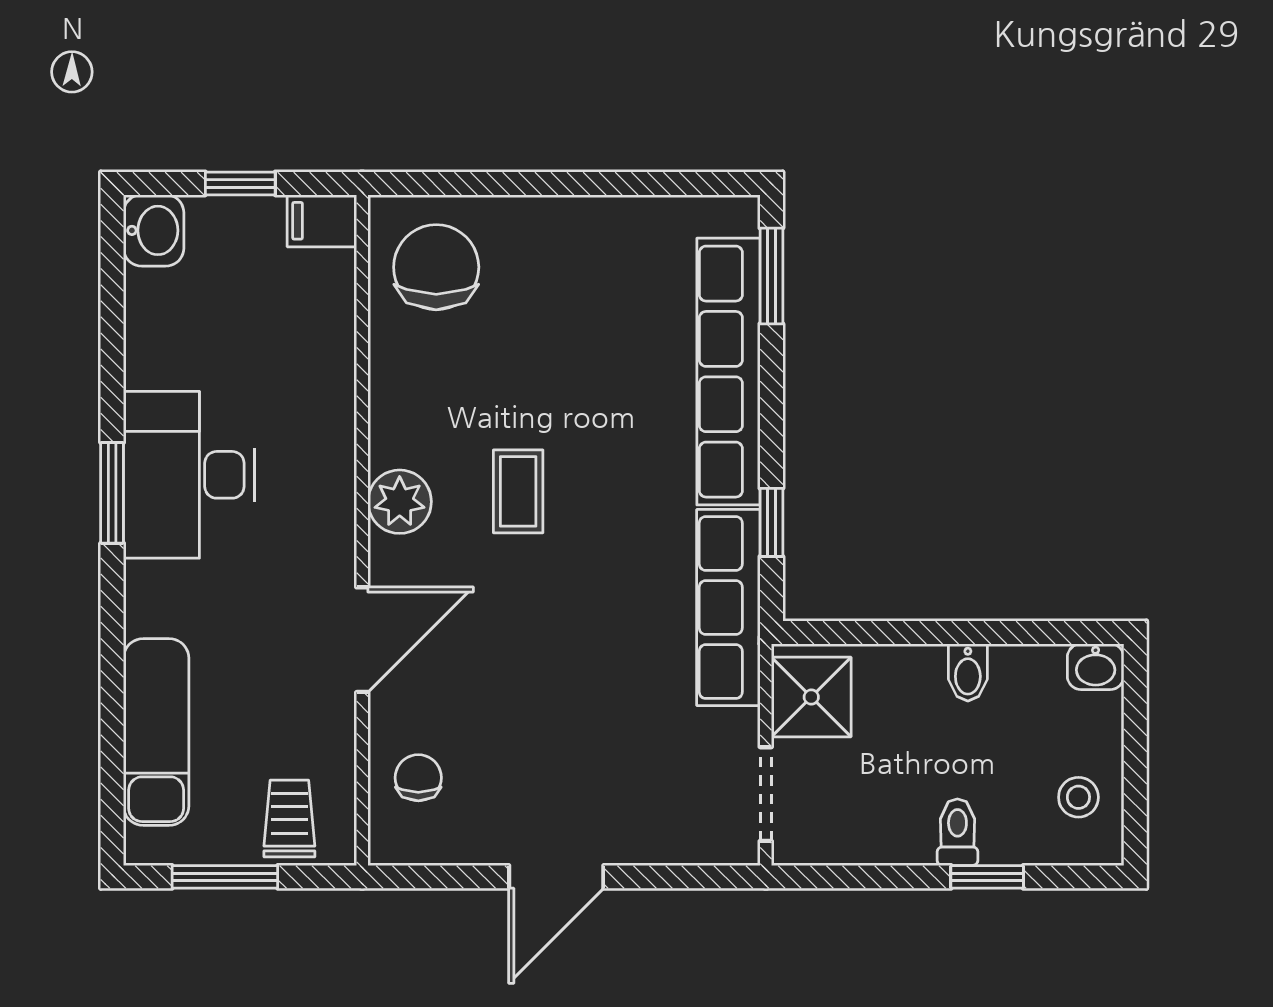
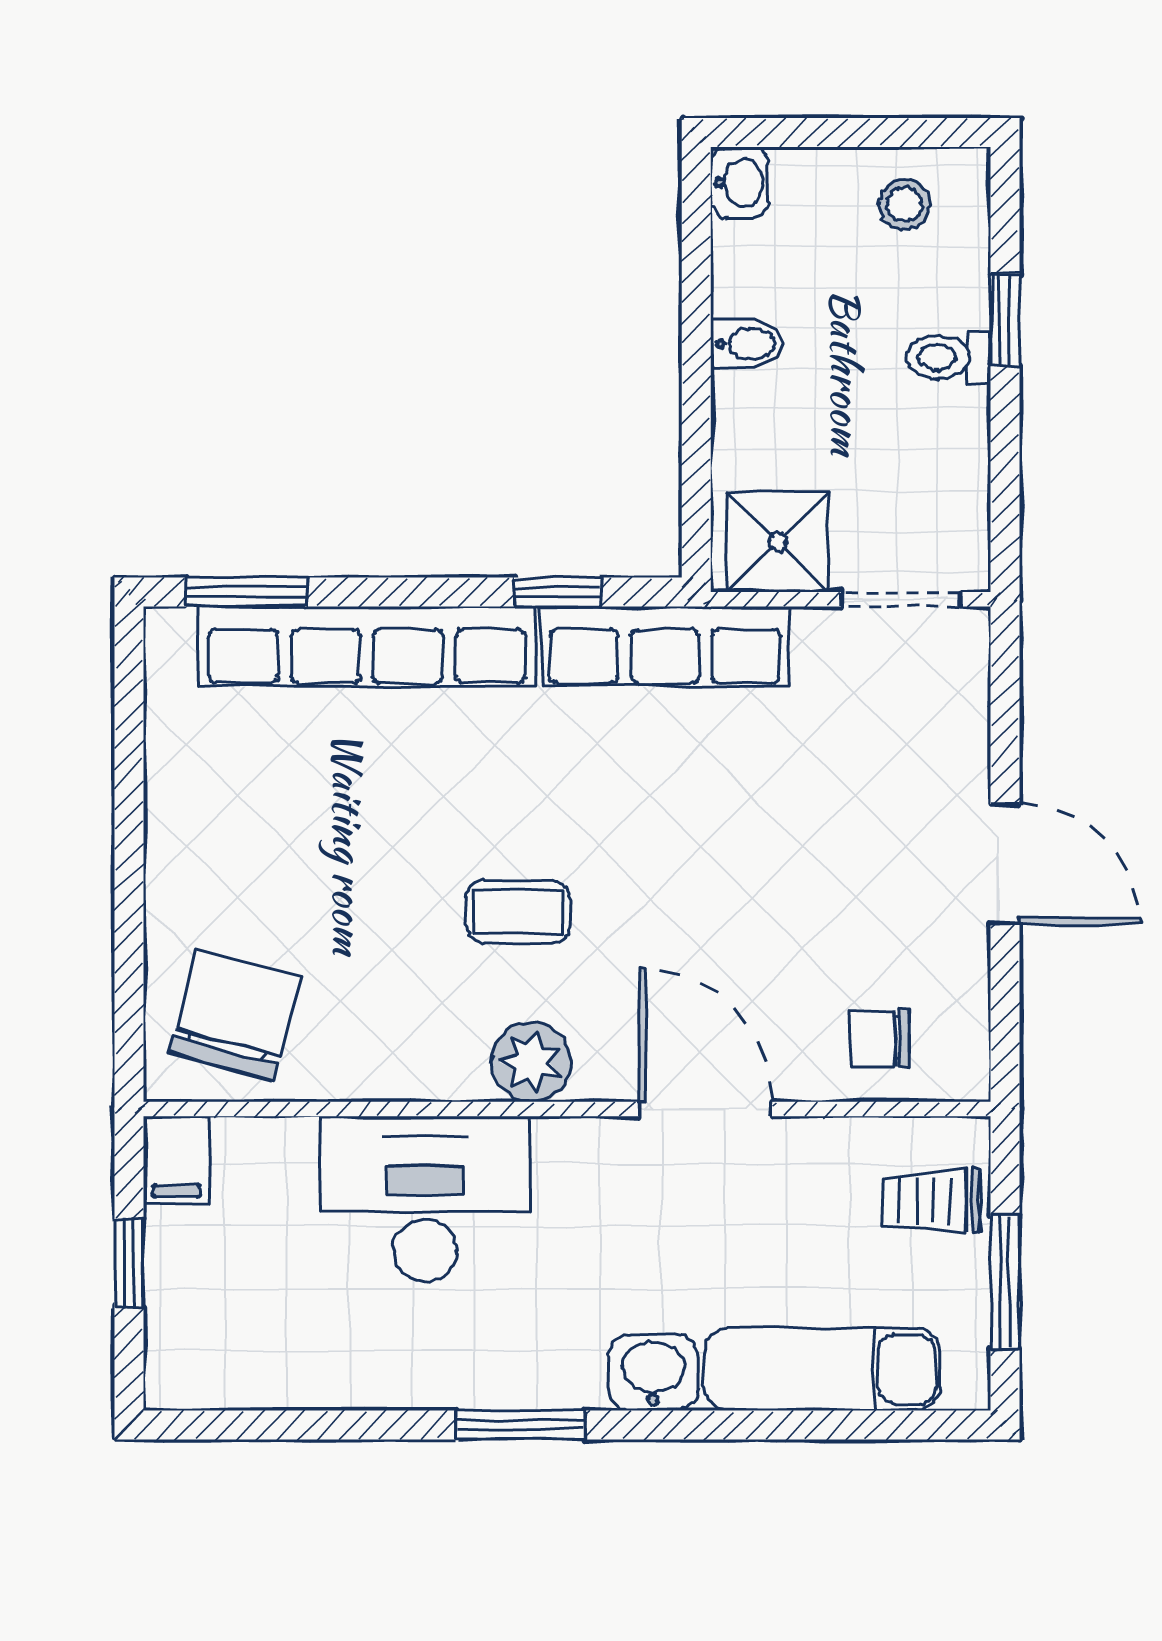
washbasin: (154, 230) -> (653, 1373), moved
chair: (436, 267) -> (235, 1016), turned 105
desk: (189, 475) -> (425, 1199), moved, turned 180

